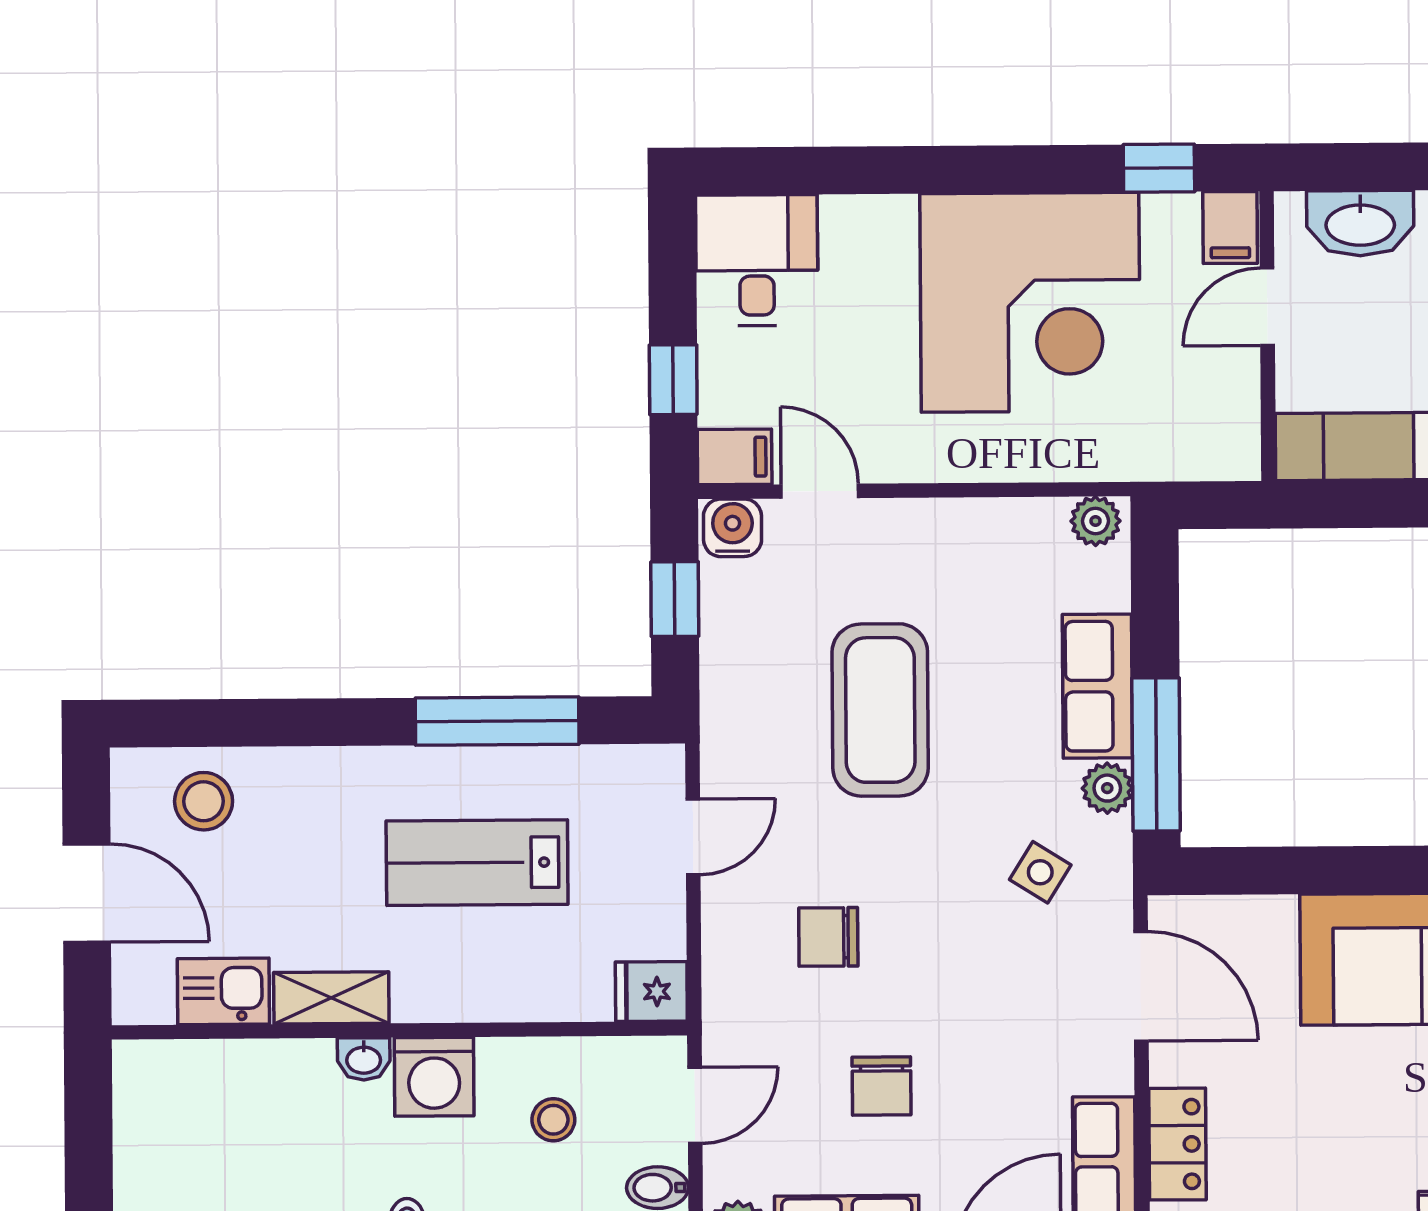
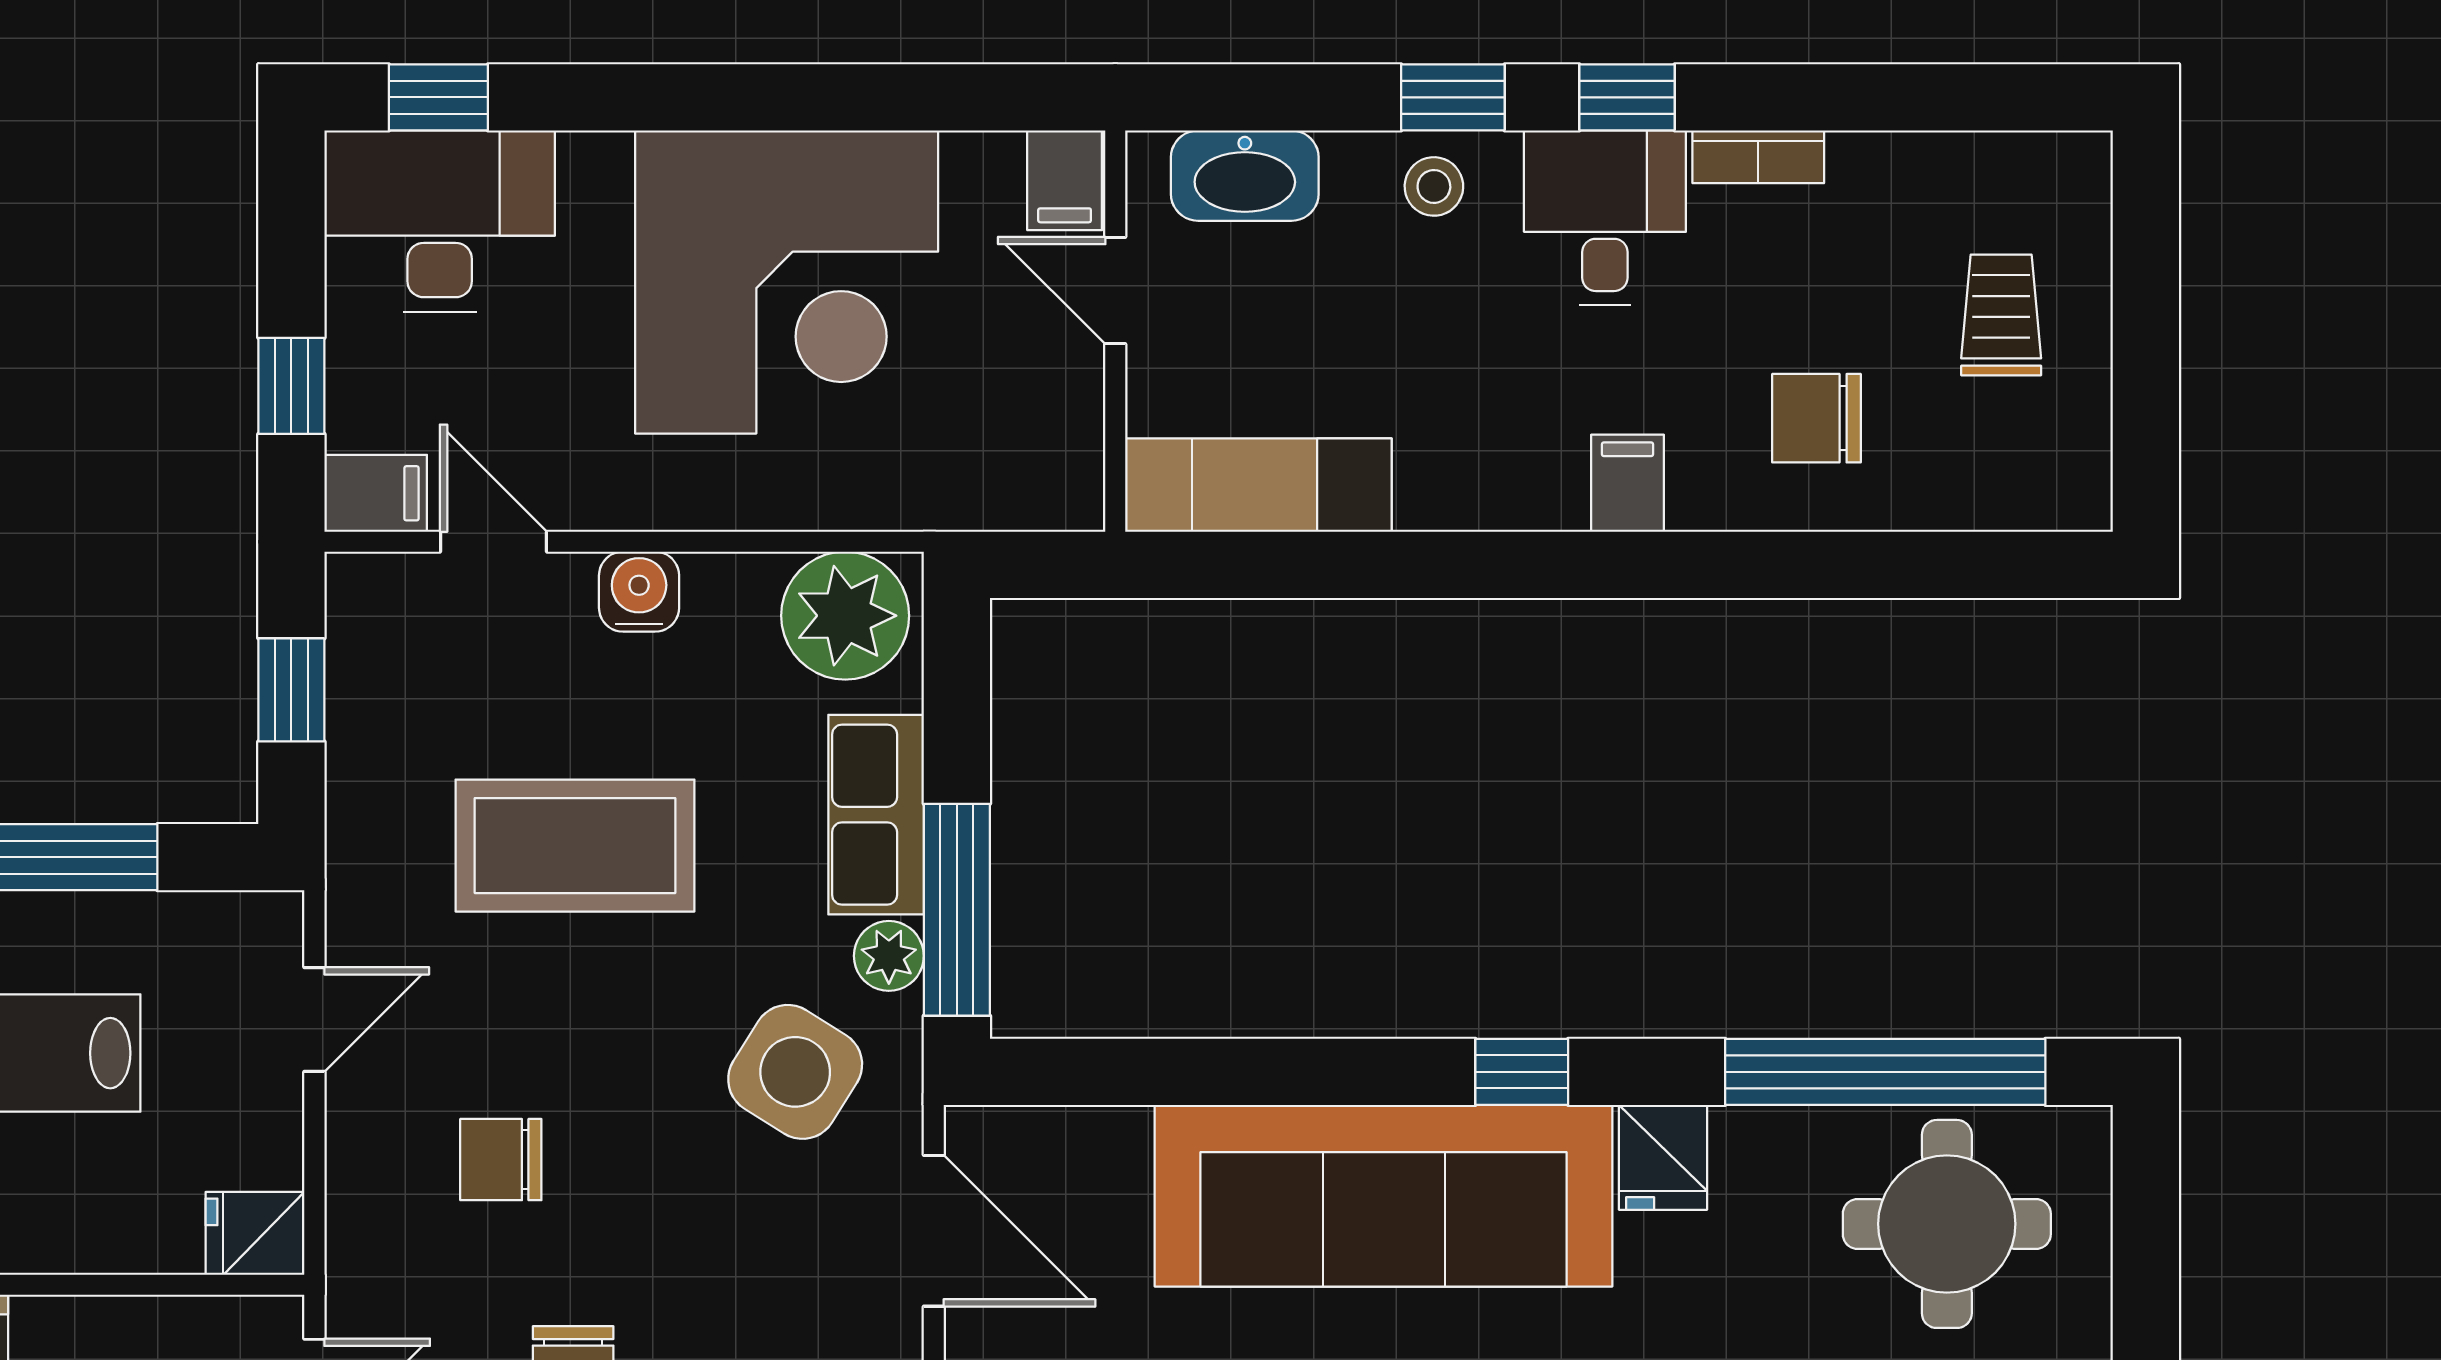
window: (1159, 168) -> (438, 97), moved
desk: (757, 260) -> (440, 221), width x1.37
door: (1267, 307) -> (1115, 291), hinge flipped
plant: (1095, 521) -> (845, 616), width x1.88, depth x1.88
water cooler: (732, 528) -> (639, 592), moved
coffee table: (880, 710) -> (575, 846), turned 90
side table: (1040, 872) -> (795, 1072), width x1.87, depth x1.87

